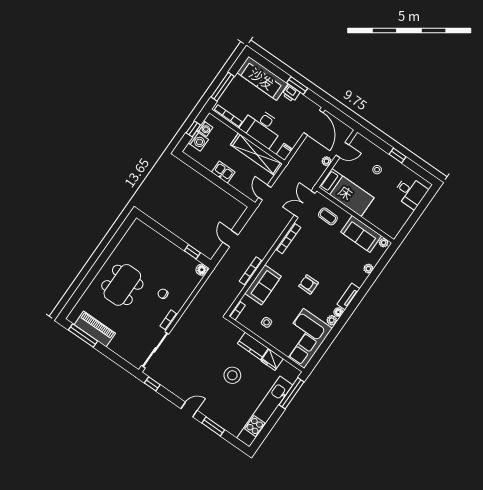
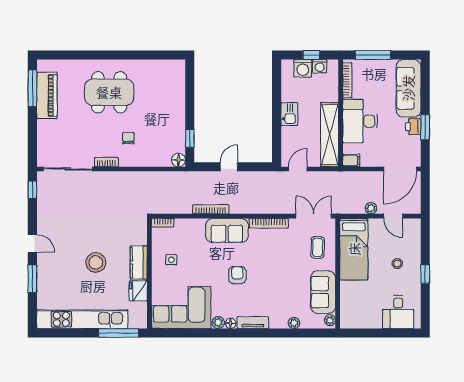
sofa: (263, 285) -> (227, 231), moved

